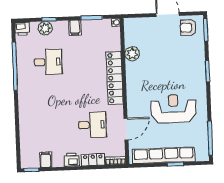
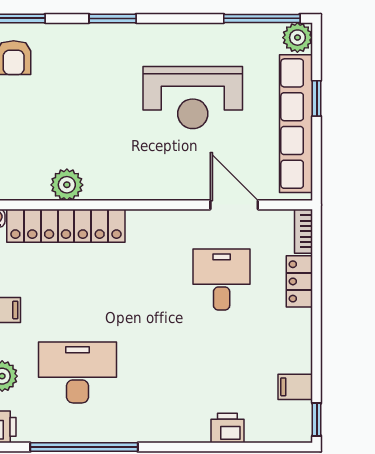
desk: (48, 62) -> (78, 372), width x1.37
locker: (115, 78) -> (66, 226), moved
reception desk: (173, 109) -> (193, 98), turned -90
plant: (202, 154) -> (297, 38), added
printer: (72, 160) -> (227, 428), moved, turned 90

